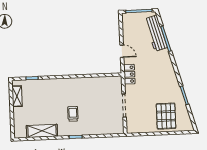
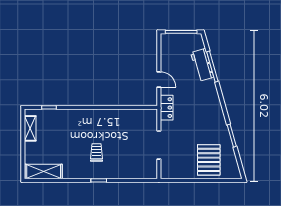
workbench: (156, 33) -> (202, 65), width x0.73
shelving: (42, 131) -> (44, 171), moved

